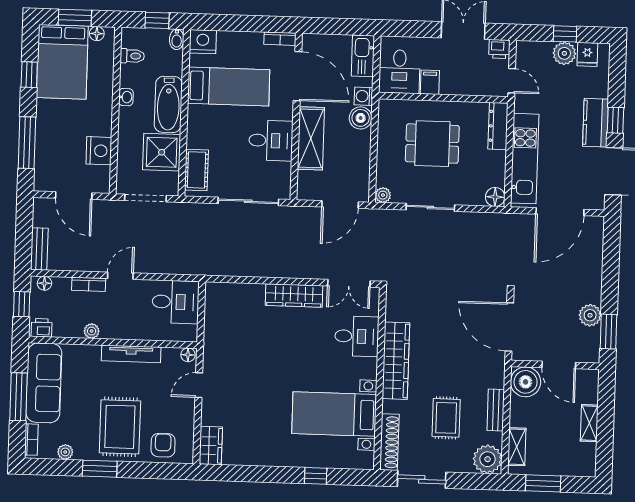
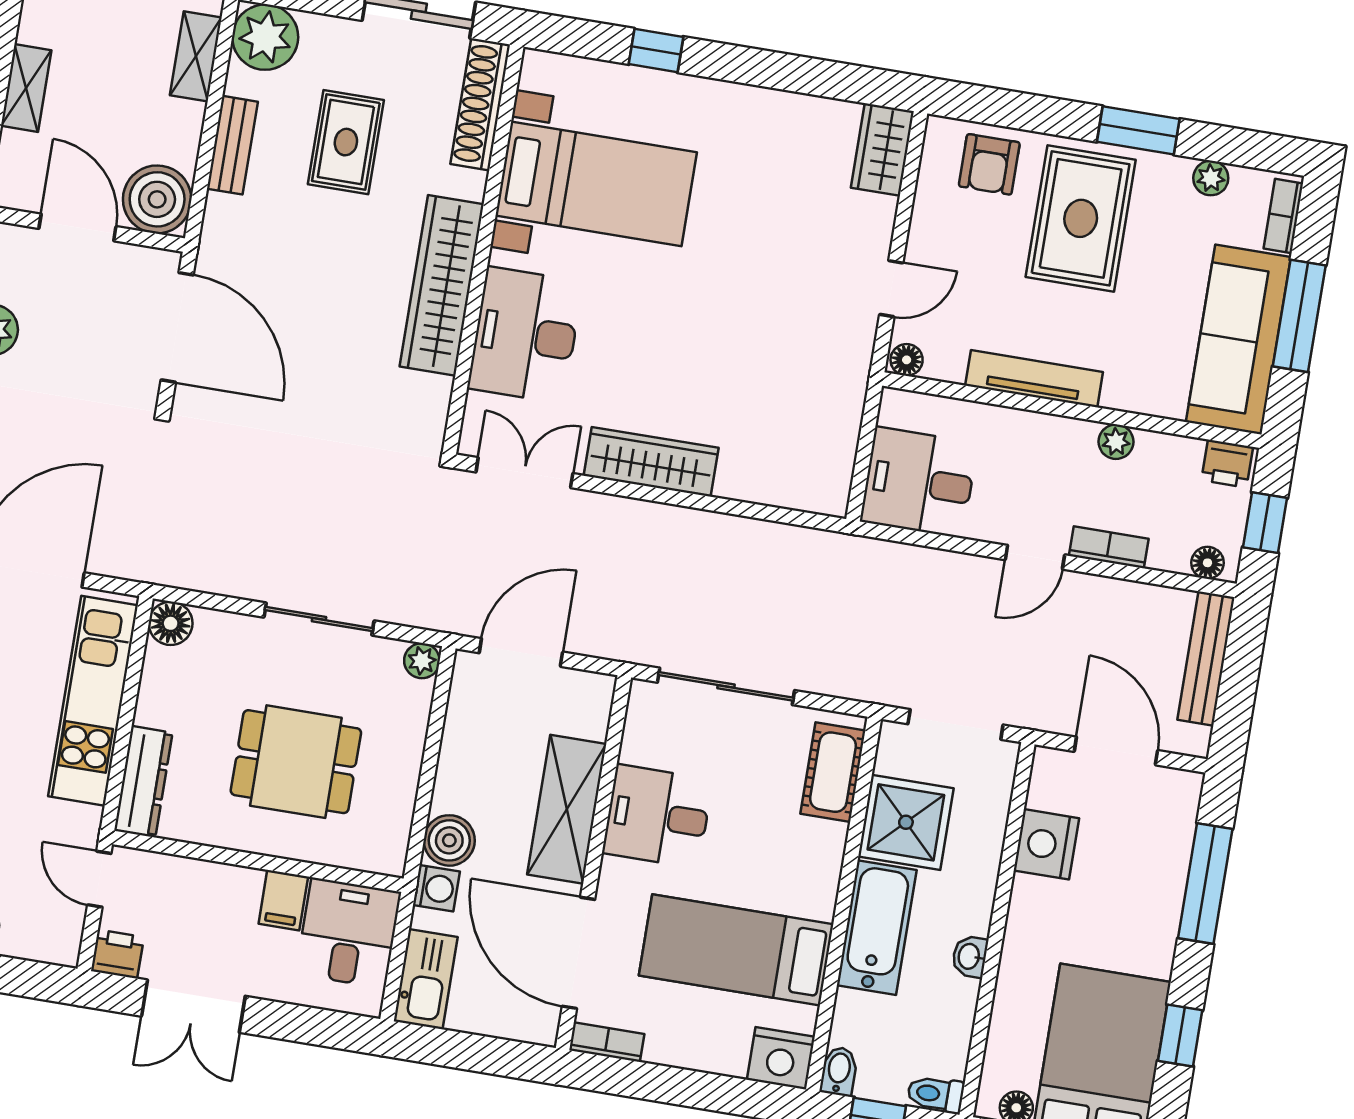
toilet: (132, 56) -> (936, 1094), moved
bench: (39, 249) -> (1206, 658), width x1.36
desk: (357, 336) -> (525, 335), width x1.37

